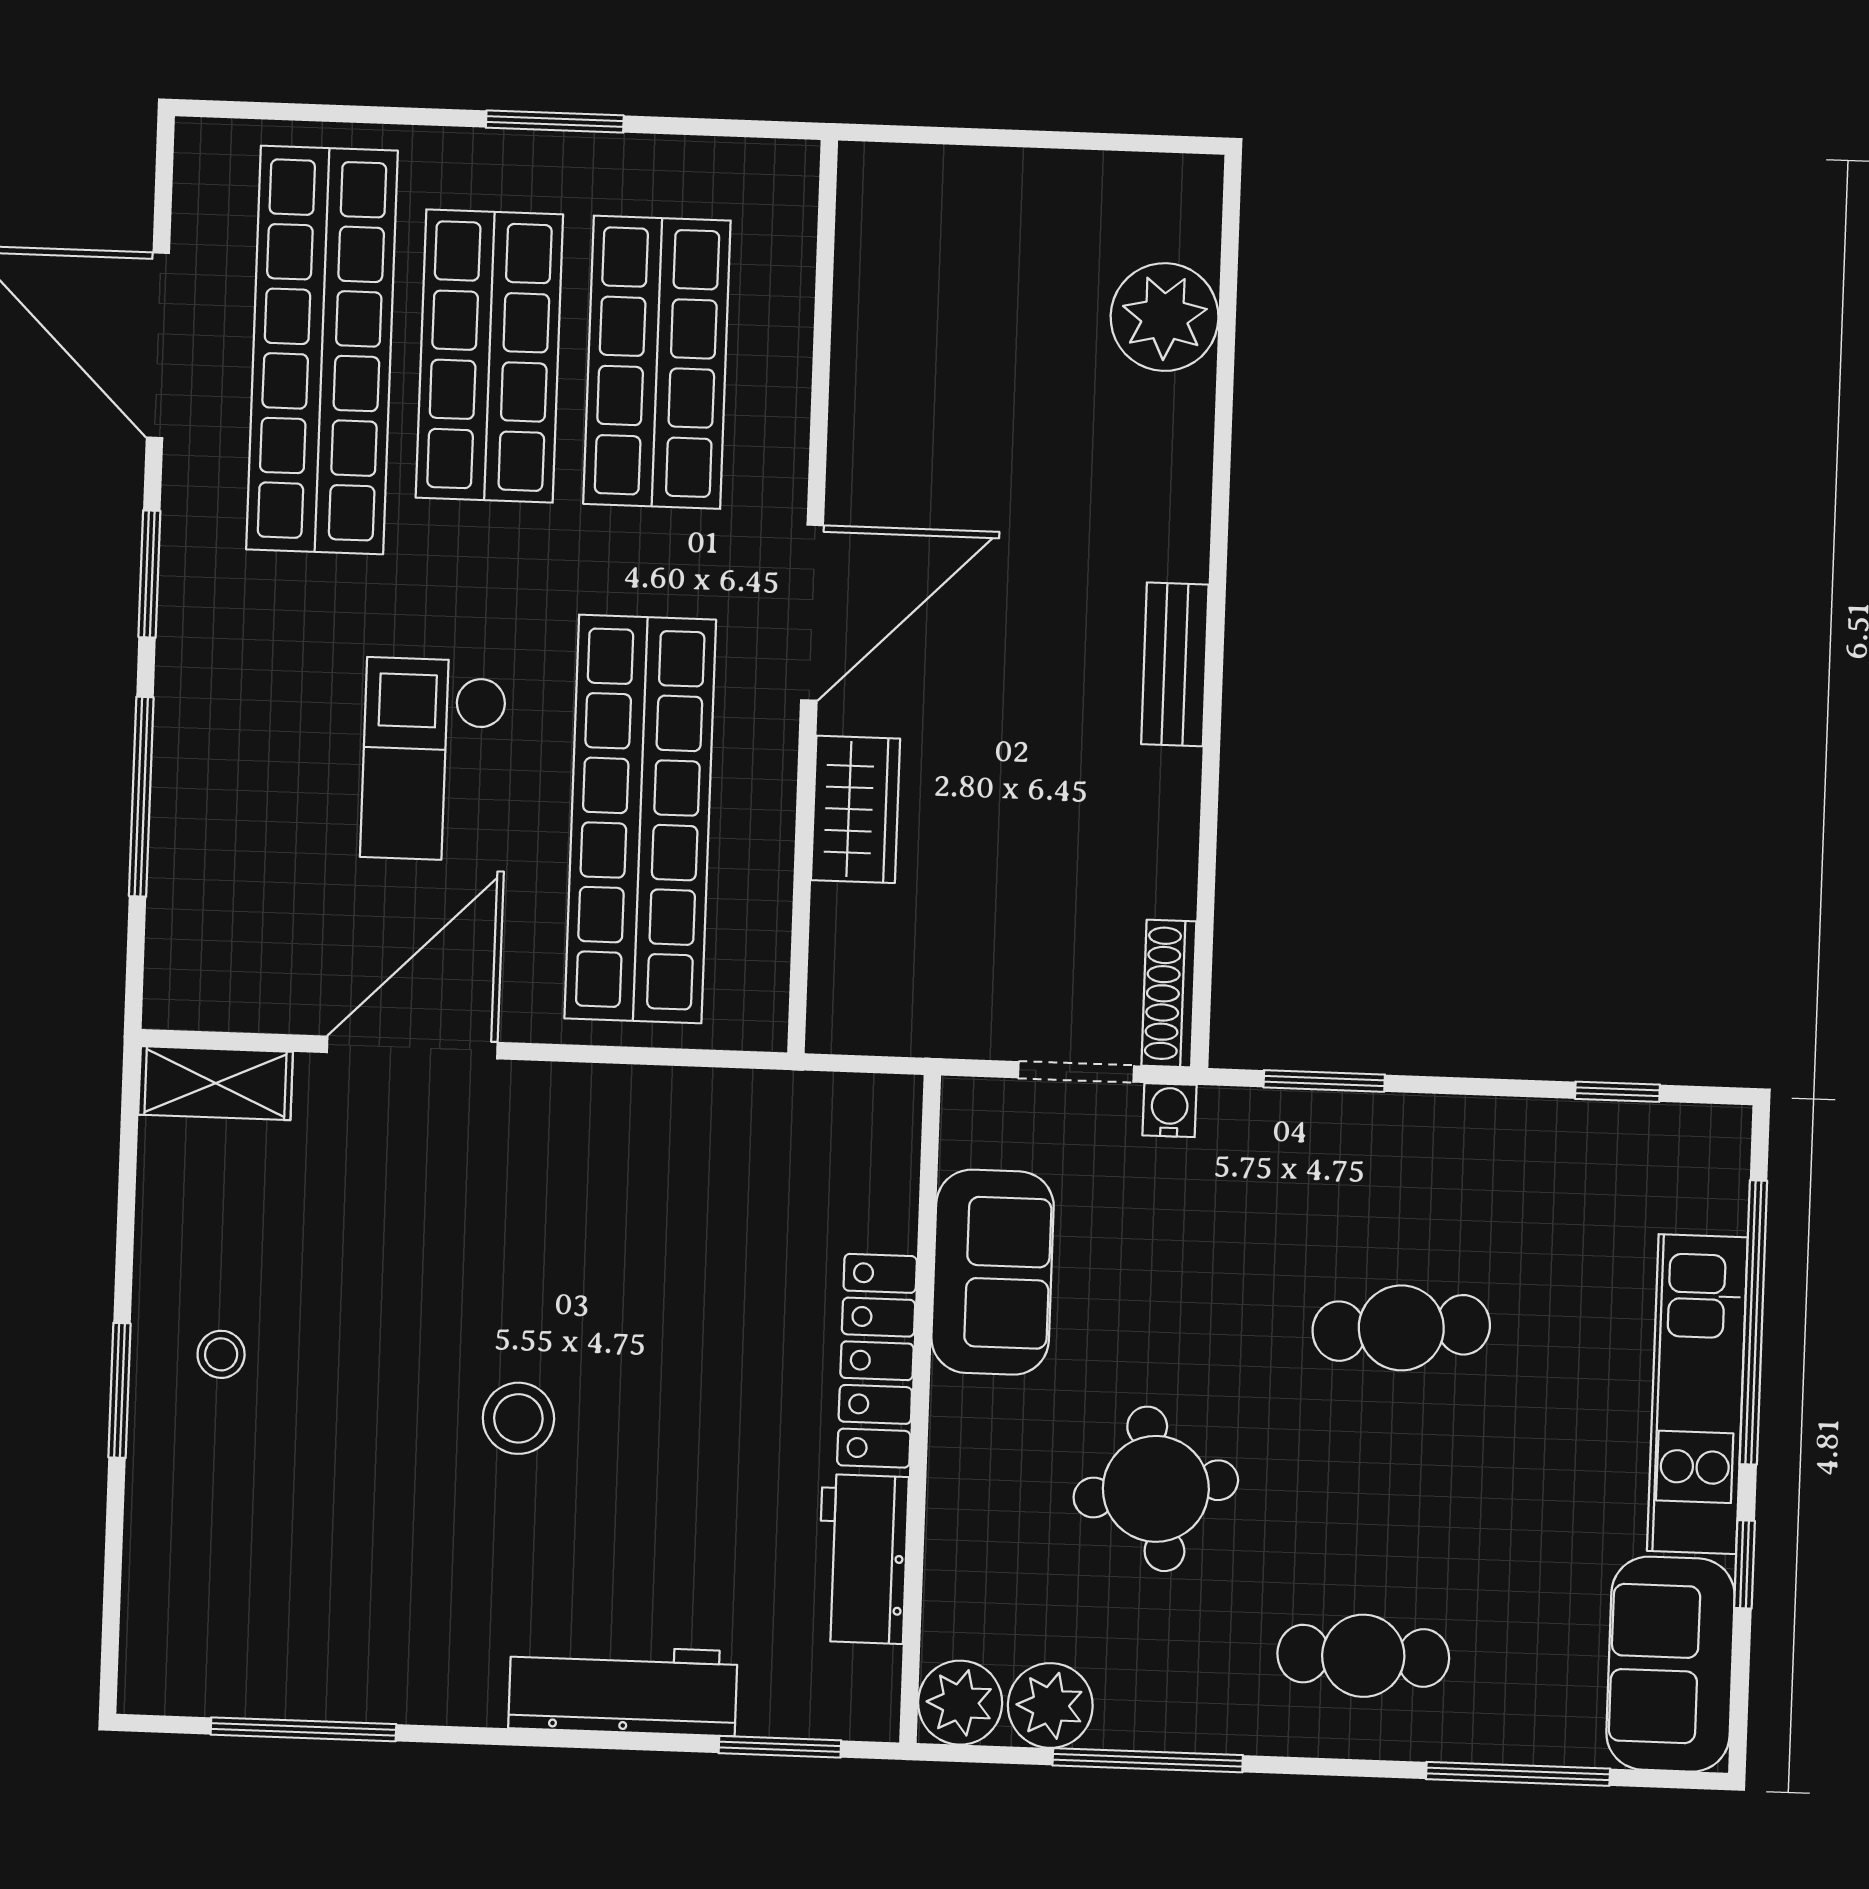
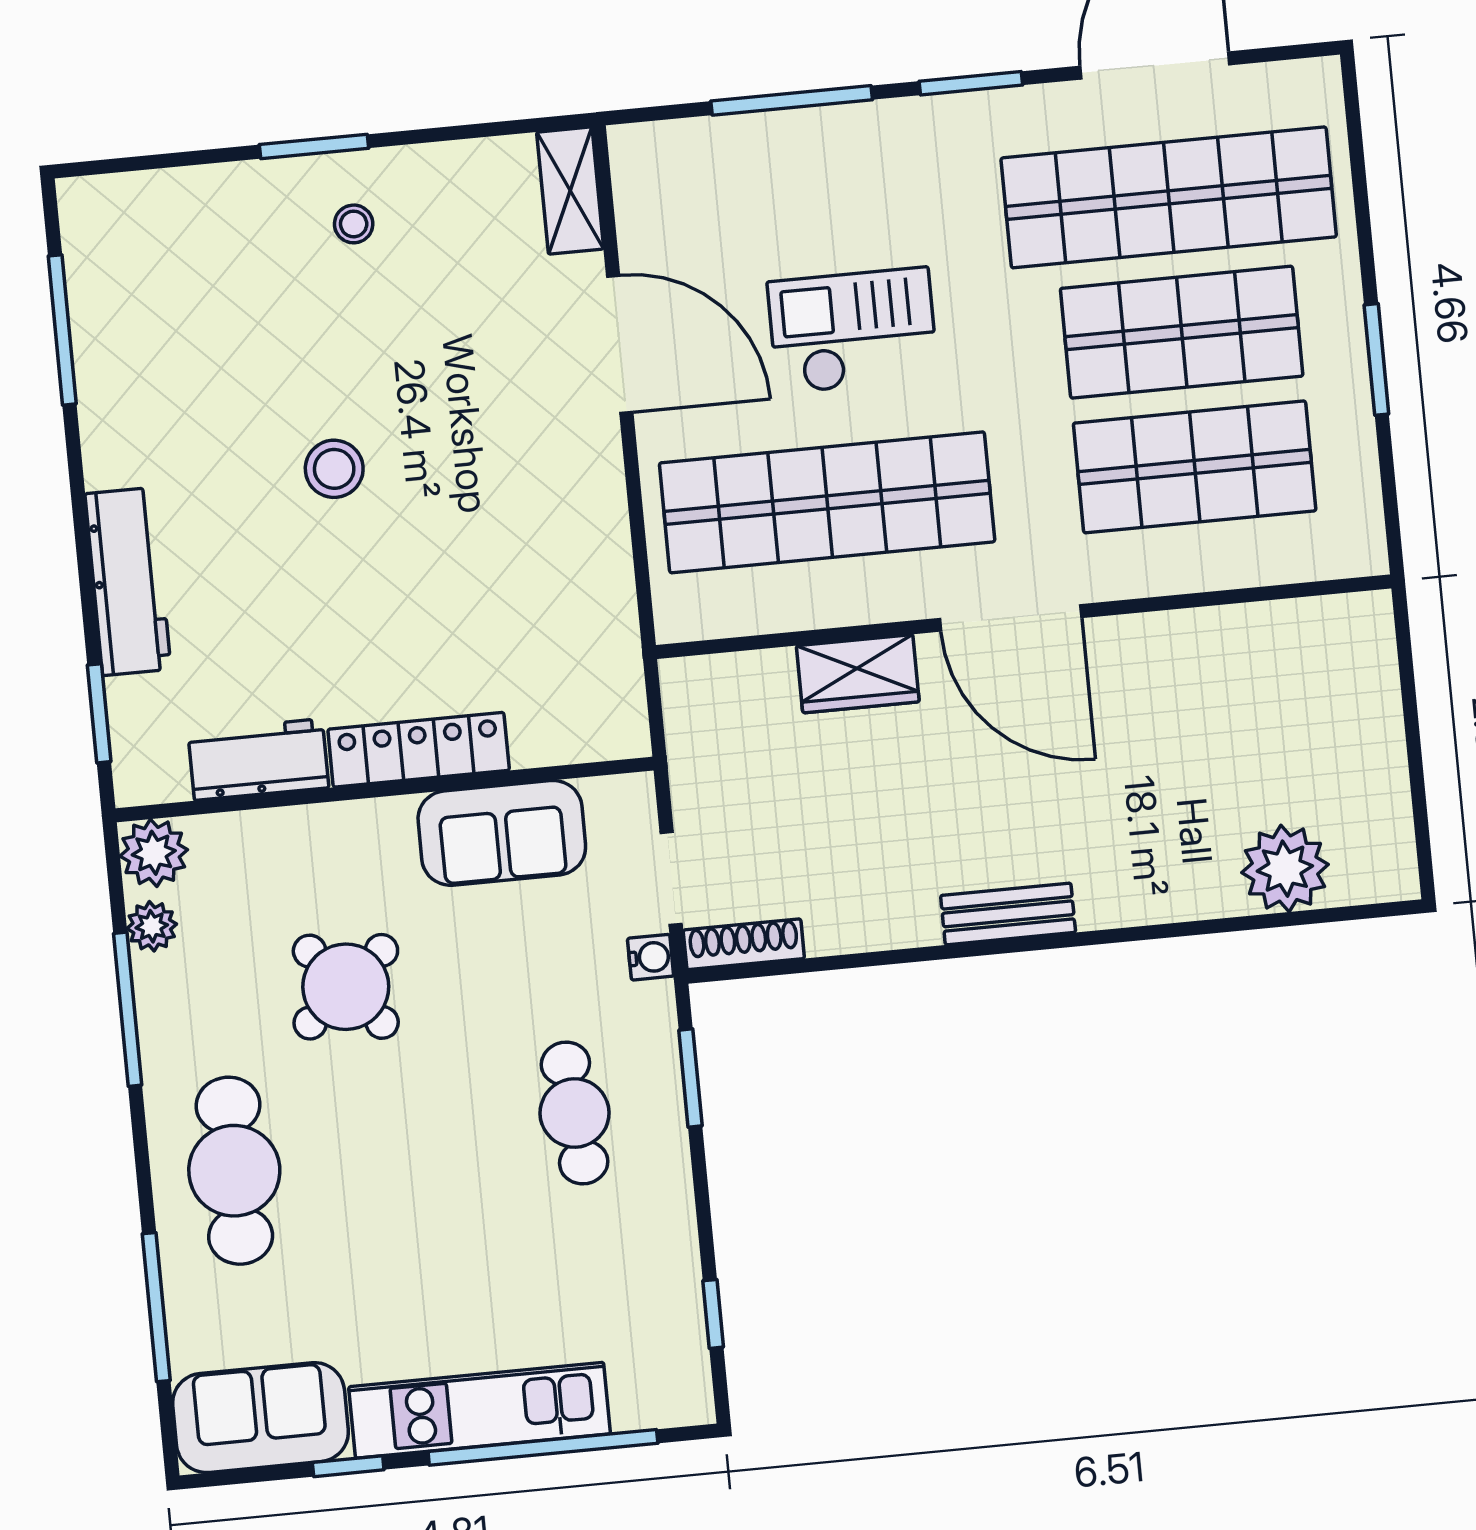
cafe table: (1401, 1328) -> (575, 1113), moved
round table: (1156, 1489) -> (346, 987), turned -30
cafe table: (1363, 1656) -> (234, 1171), width x1.37, depth x1.35
plant: (1050, 1706) -> (152, 926), width x0.73, depth x0.73

